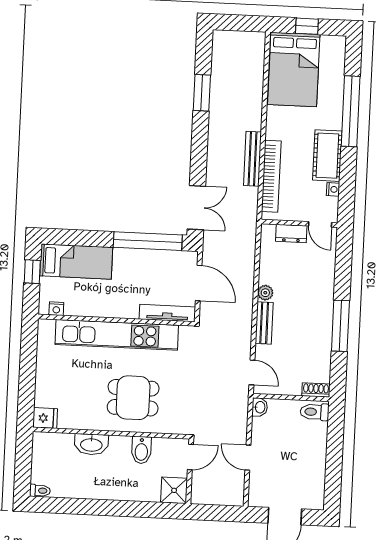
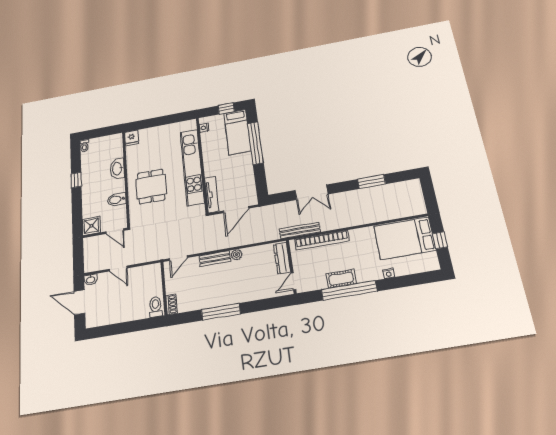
window: (351, 111) -> (349, 290), moved
cot: (327, 156) -> (341, 279), width x0.73, depth x0.75
bench: (252, 159) -> (300, 230), moved
nightstand: (333, 189) -> (389, 273), moved
double door: (196, 208) -> (312, 192), moved
dresser: (291, 234) -> (282, 258), width x1.44
window: (148, 241) -> (255, 143), moved
washbasin: (260, 407) -> (91, 280), moved
door: (248, 458) -> (118, 269), swing flipped
window: (95, 507) -> (76, 180), added

